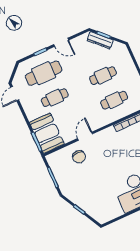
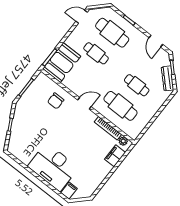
dresser: (100, 40) -> (167, 78), moved
door: (61, 42) -> (156, 41), moved
cafe table: (114, 100) -> (120, 106), width x1.37, depth x1.35
door: (85, 136) -> (84, 103), moved

